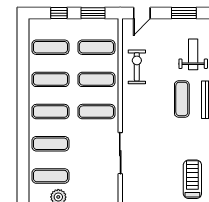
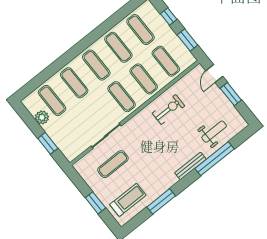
door: (142, 13) -> (214, 74), hinge flipped
window: (184, 13) -> (231, 94), moved
exercise bike: (137, 67) -> (168, 110), moved
exercise mat: (182, 99) -> (113, 164), moved

